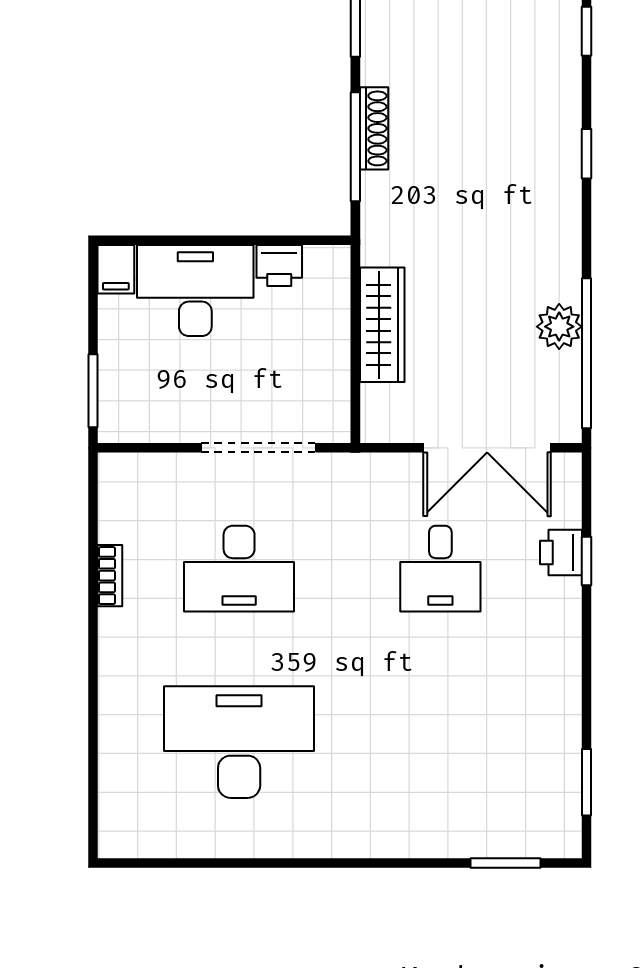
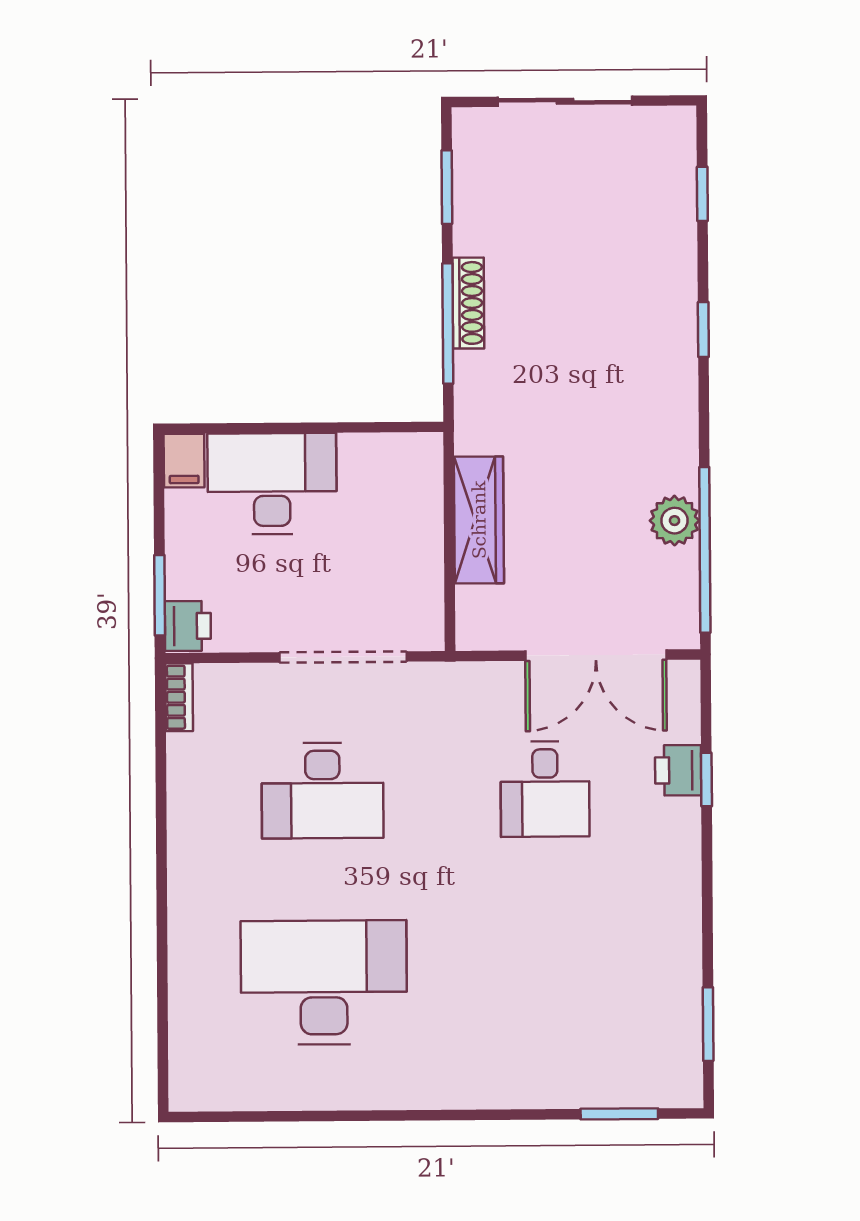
printer: (279, 266) -> (188, 626), moved, turned -90
bookcase: (110, 576) -> (179, 697), moved

